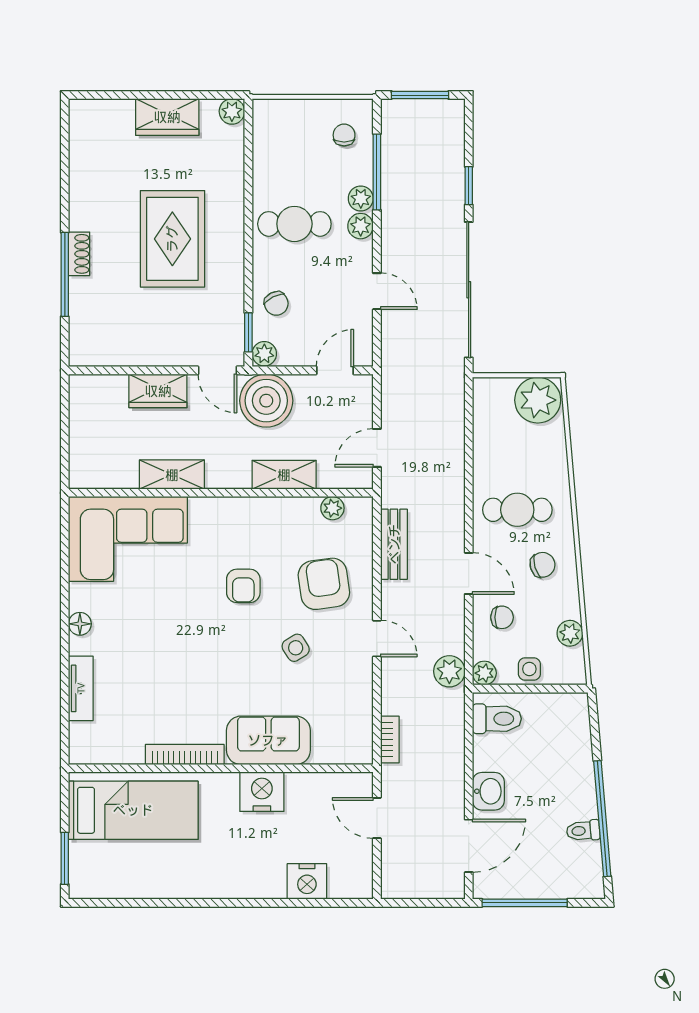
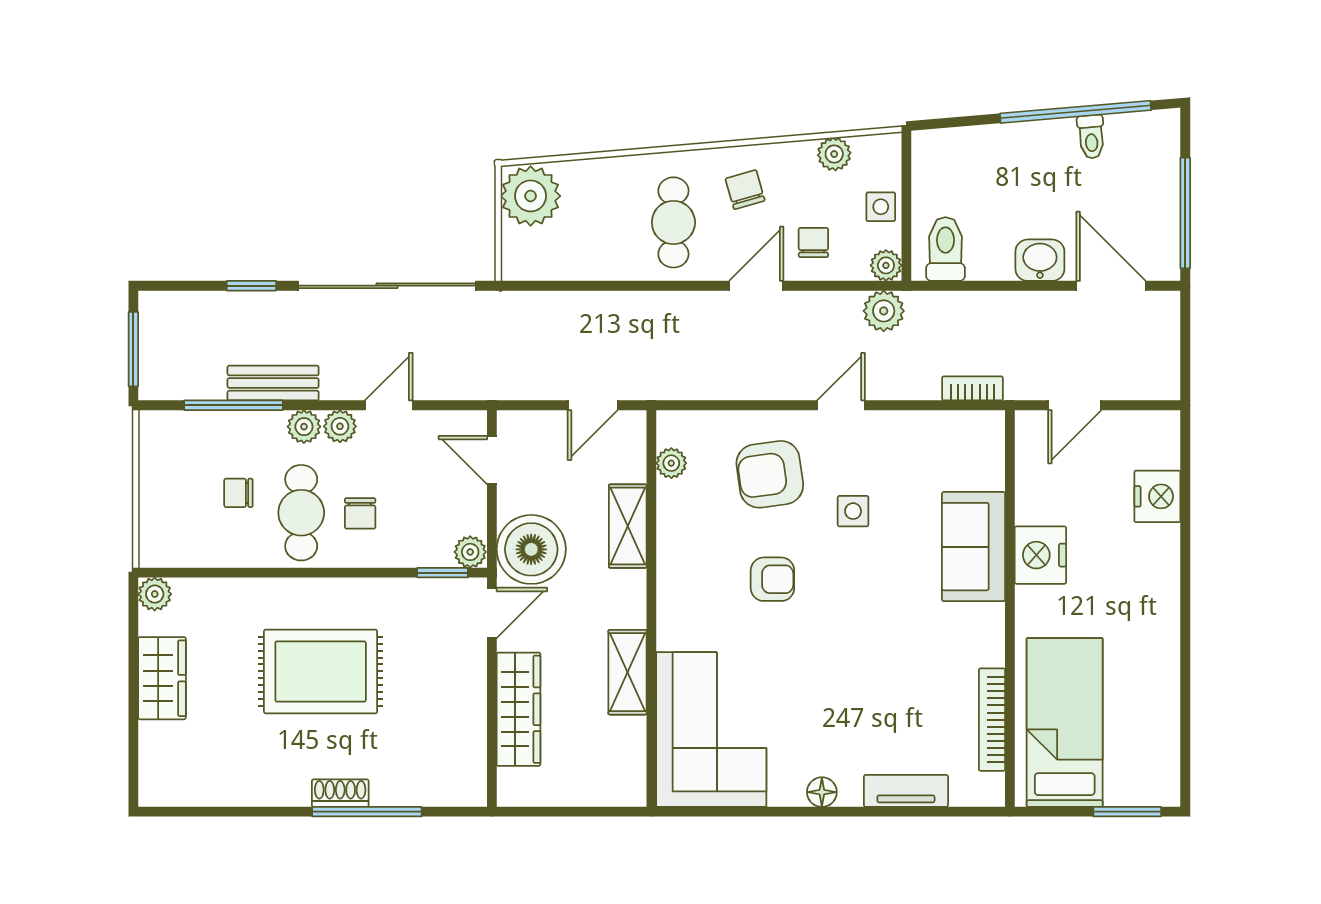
chair: (344, 135) -> (238, 493), moved
plant: (361, 198) -> (340, 426), moved
chair: (276, 303) -> (360, 513), moved, turned 117
wardrobe: (158, 391) -> (519, 709), width x1.50
door: (377, 448) -> (593, 405), hinge flipped
bench: (394, 544) -> (273, 383), moved
side table: (296, 648) -> (853, 511), turned 32
bookcase: (185, 754) -> (992, 720), moved

